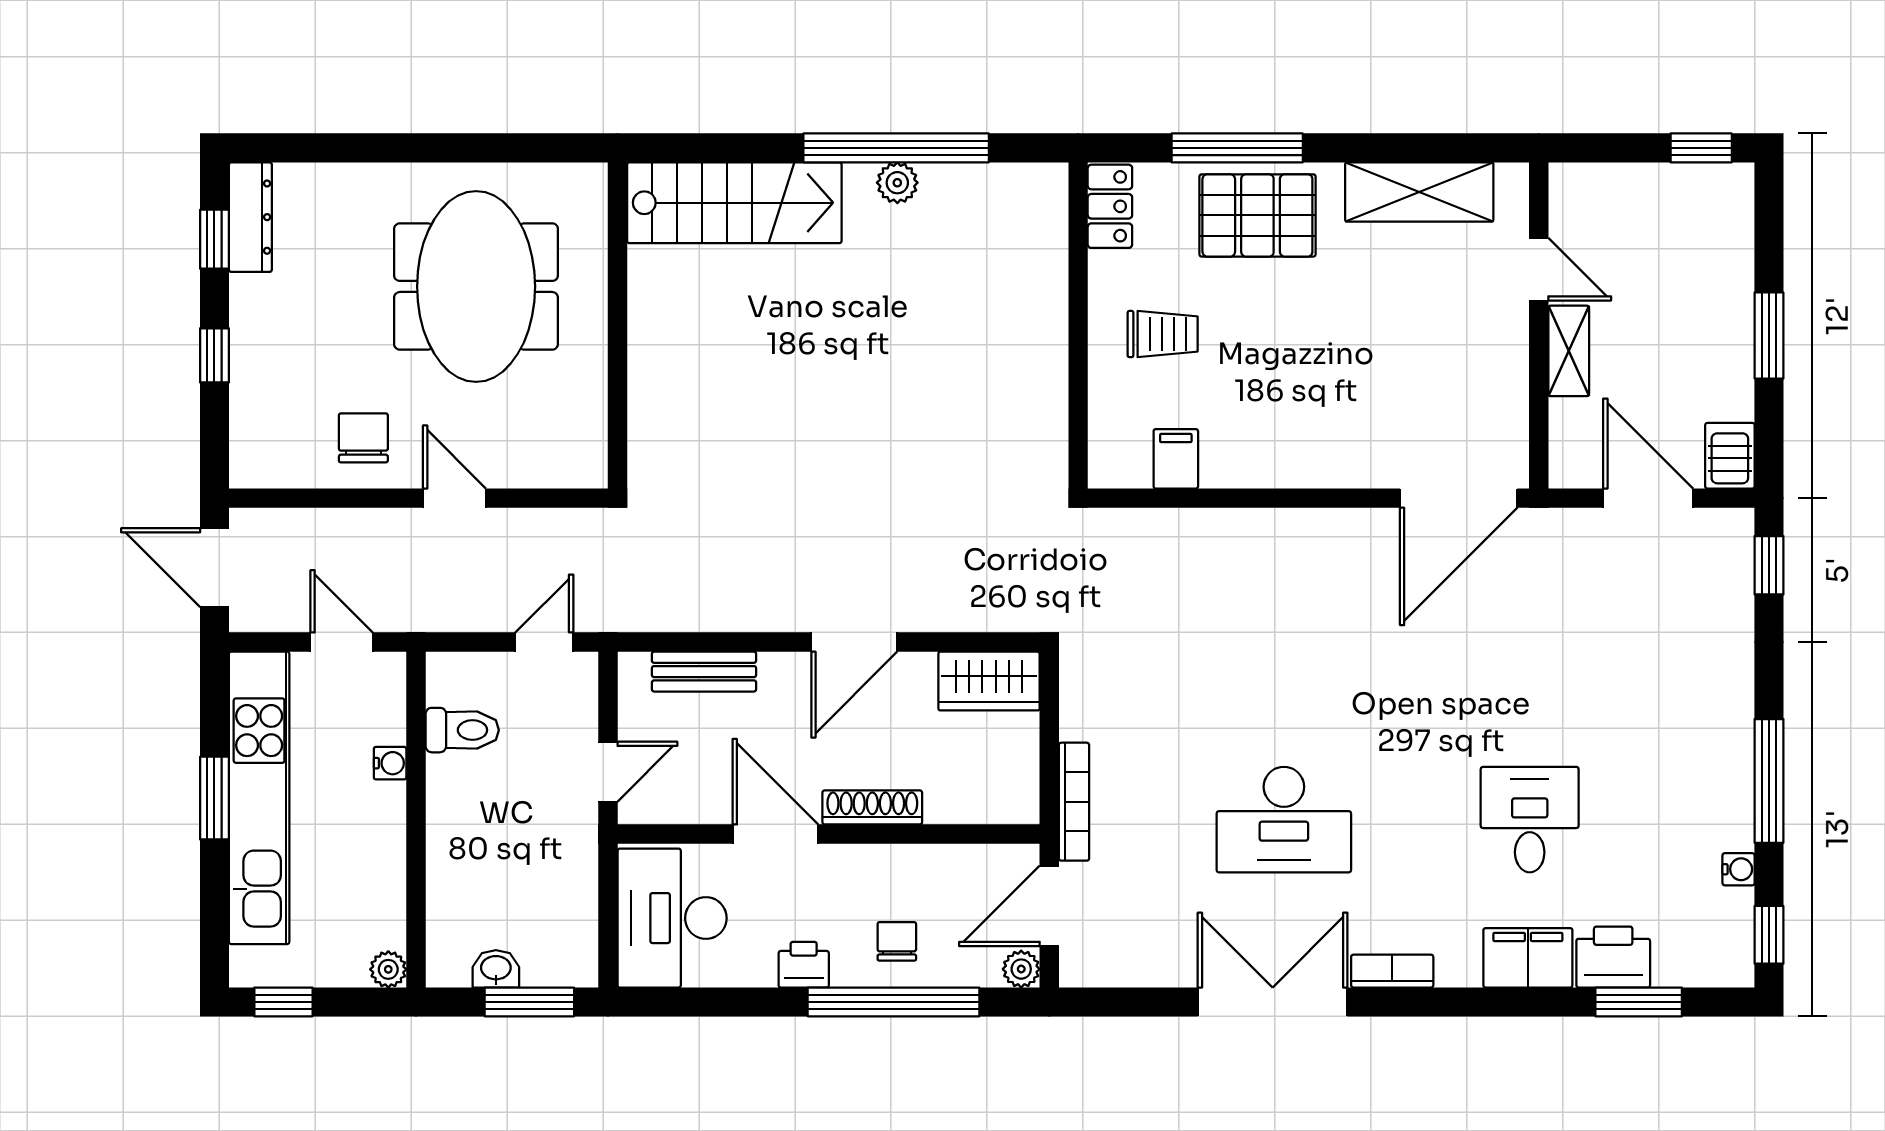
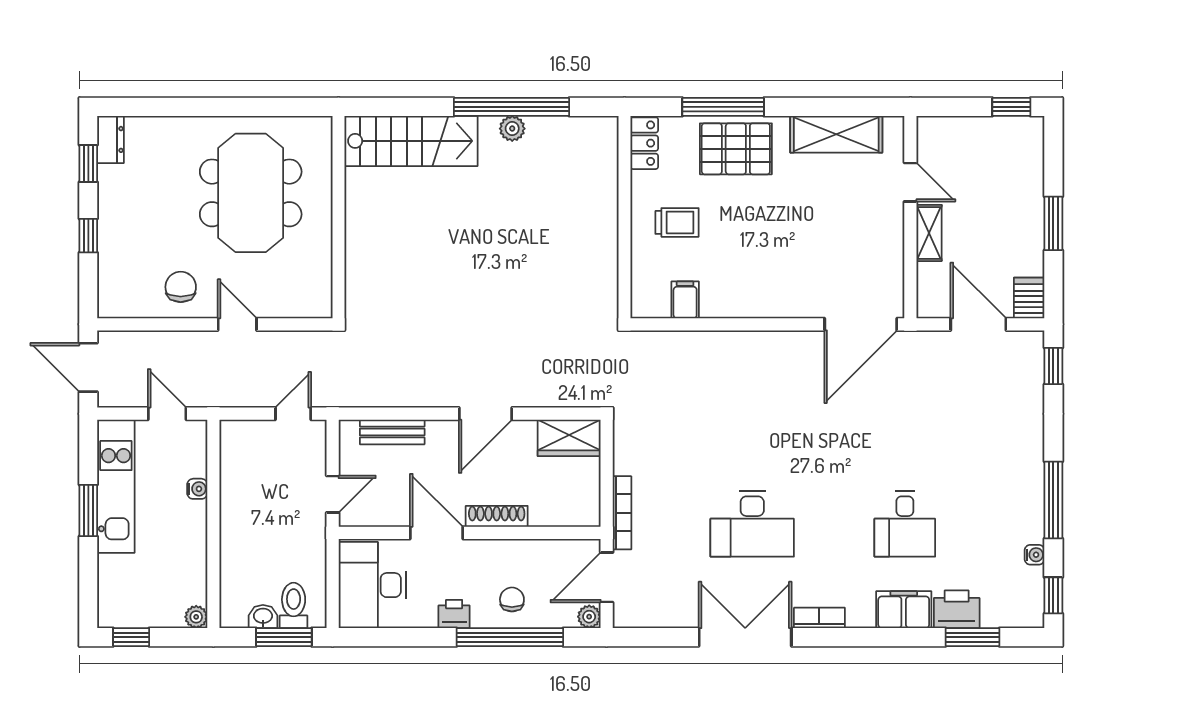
dresser: (250, 217) -> (111, 139), width x0.70
toilet: (462, 730) -> (294, 605), moved, turned -90
kitchen unit: (259, 798) -> (116, 486), width x0.73
desk: (1530, 820) -> (905, 524), turned 180

